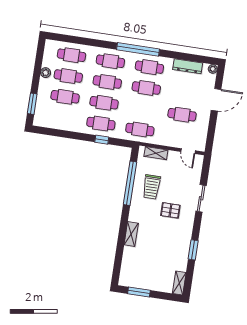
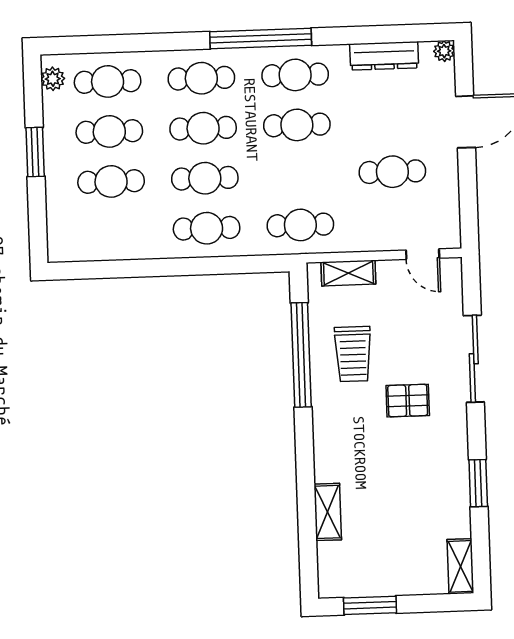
plant: (46, 73) -> (53, 79), moved
window: (32, 104) -> (35, 152), moved
window: (102, 140) -> (216, 266), removed
sliding door: (201, 198) -> (474, 359), width x1.37
shelving: (131, 234) -> (328, 512), moved

